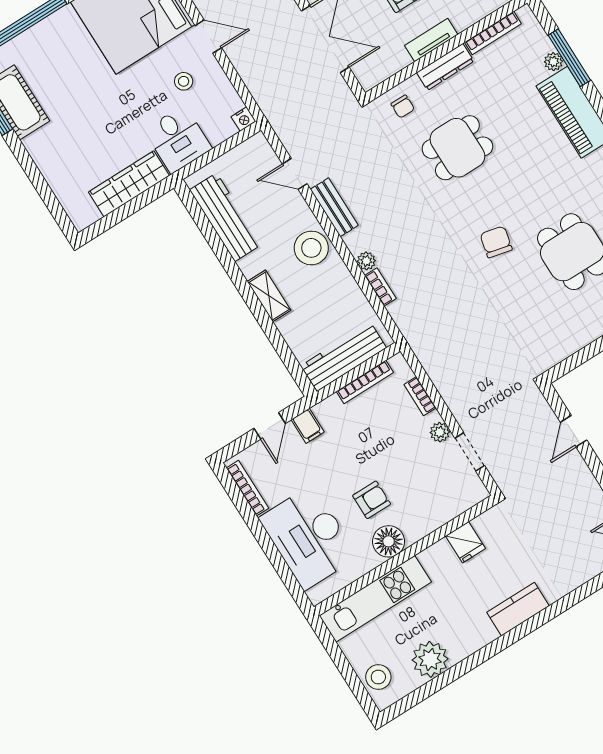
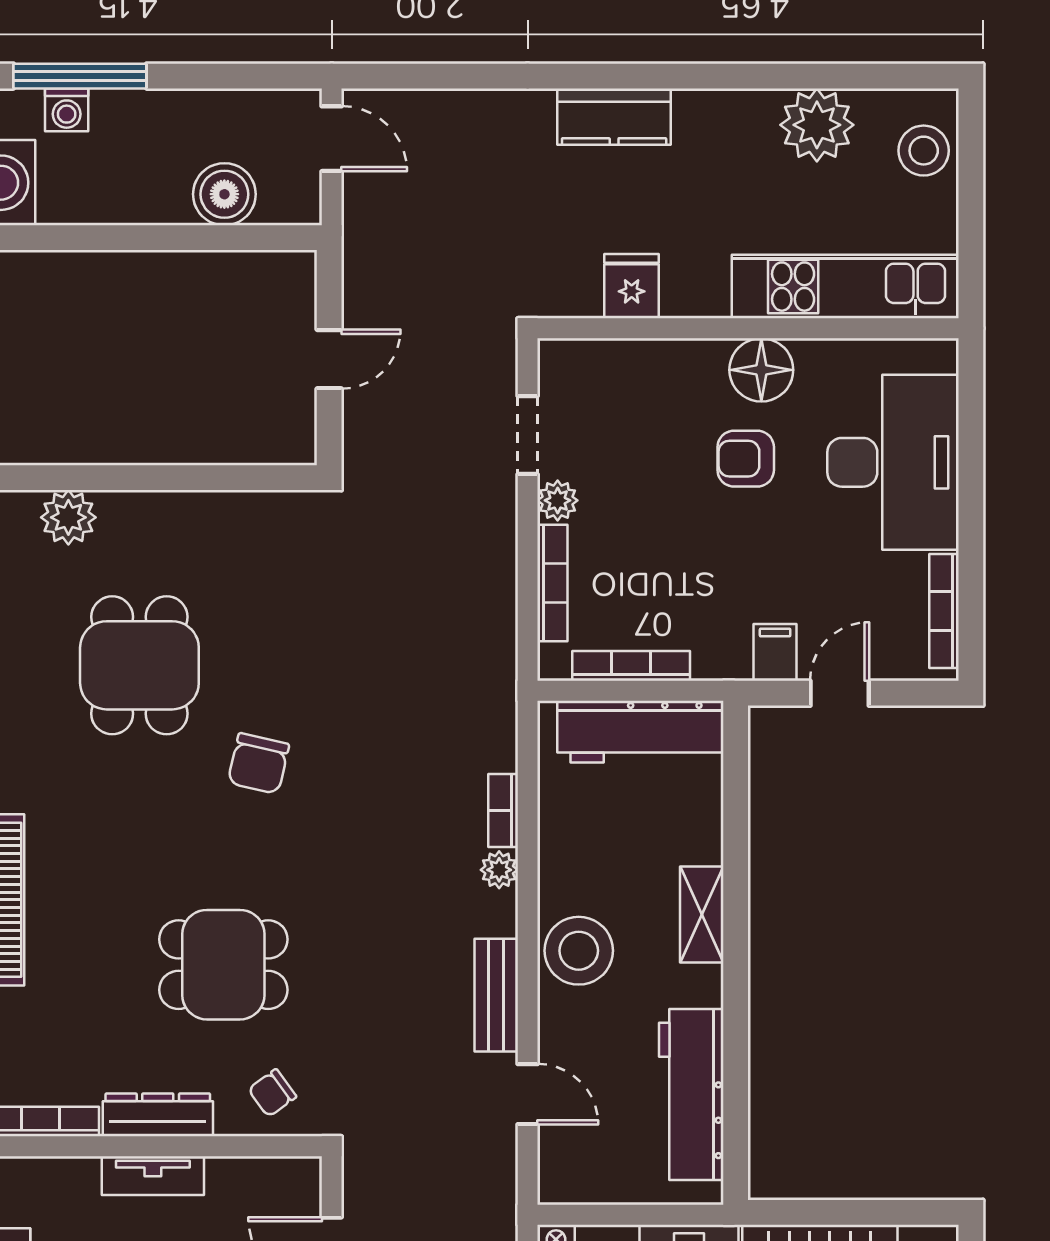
chair: (403, 107) -> (272, 1093), turned -126
bookcase: (420, 396) -> (552, 583), width x1.56

